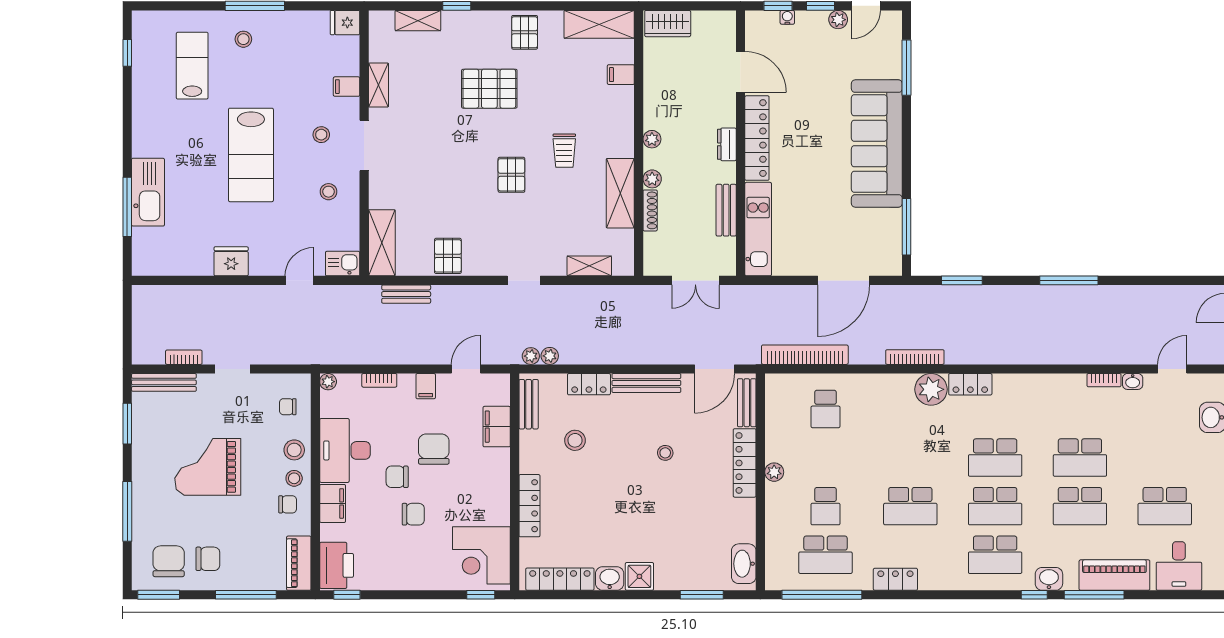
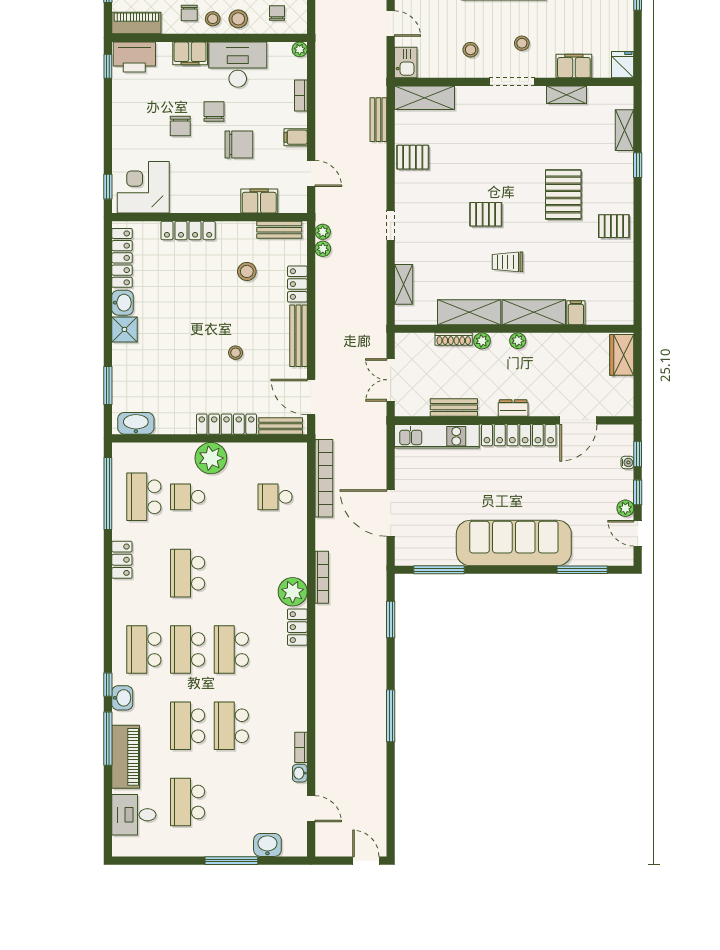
shelving: (599, 24) -> (534, 312), moved, turned 90
filing cabinet: (347, 87) -> (574, 66), width x2.00
plant: (774, 472) -> (211, 458), width x1.88, depth x1.88

